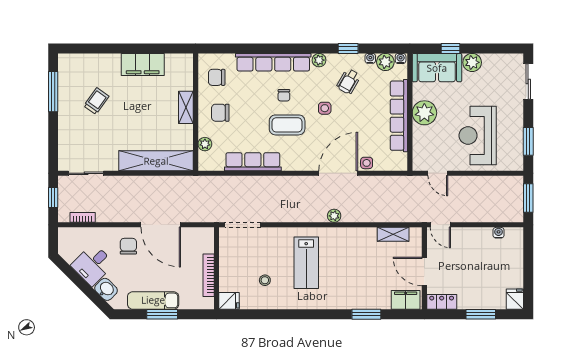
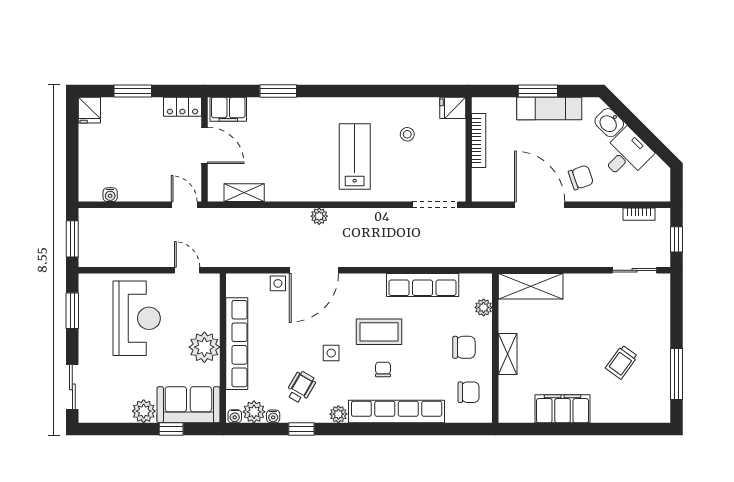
shelving: (156, 161) -> (531, 286), width x0.68
chair: (128, 246) -> (581, 178), turned -109

